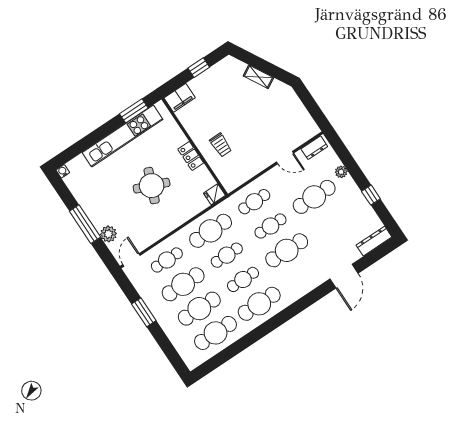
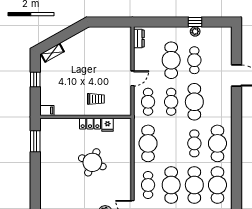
shelving: (258, 77) -> (52, 53), moved
filing cabinet: (180, 98) -> (47, 111), width x0.50
kitchen unit: (123, 136) -> (47, 160), removed
door: (285, 158) -> (132, 78), moved
plant: (341, 172) -> (195, 31), moved
fridge: (214, 194) -> (108, 125), moved
dresser: (374, 241) -> (227, 40), removed
cafe table: (227, 255) -> (194, 60), moved

